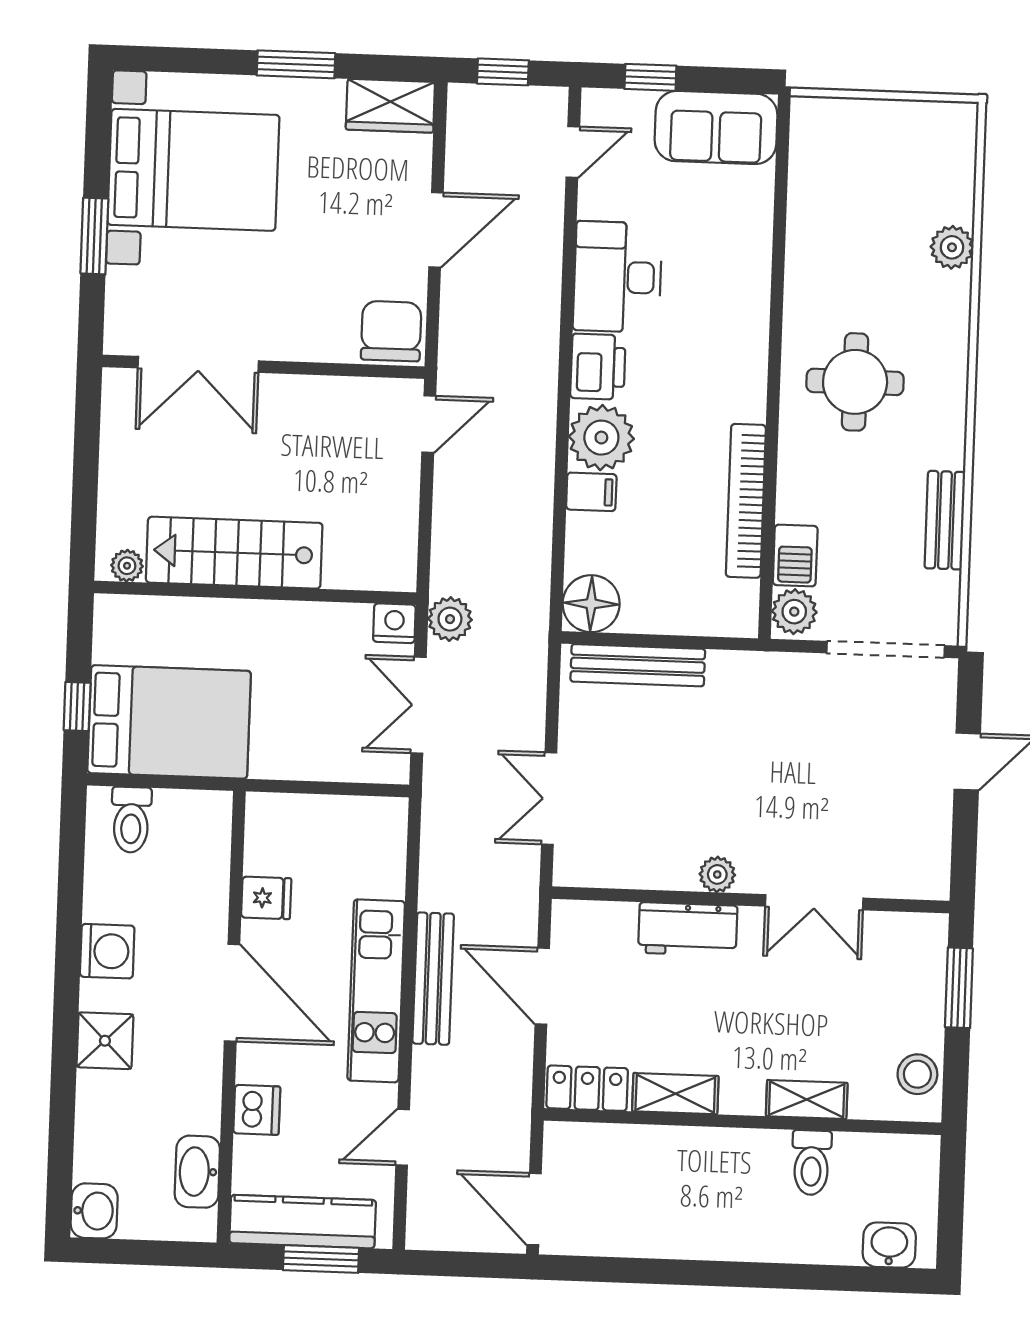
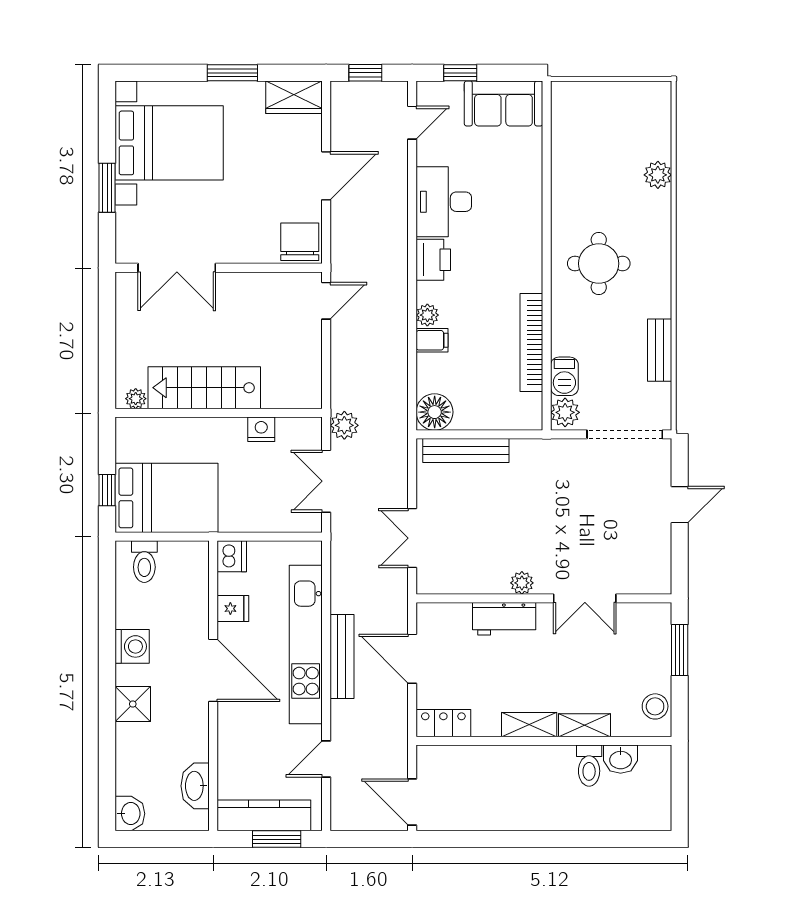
plant: (601, 438) -> (427, 315), width x0.53, depth x0.53
nightstand: (394, 623) -> (261, 429), moved
kitchen unit: (376, 991) -> (306, 644), width x1.36
shelving: (675, 1094) -> (529, 725), moved
dishwasher: (257, 1110) -> (232, 556), moved
washbasin: (889, 1245) -> (621, 759), moved, turned 180

